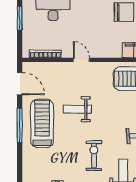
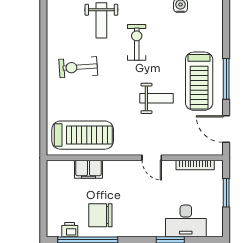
window: (20, 18) -> (226, 193), moved
exercise bike: (94, 156) -> (137, 42), turned 180

